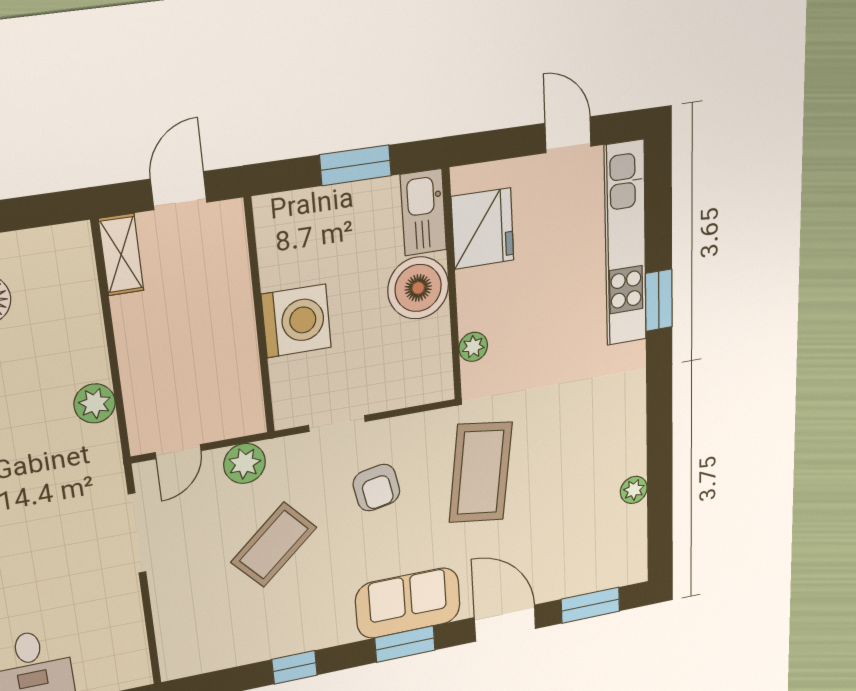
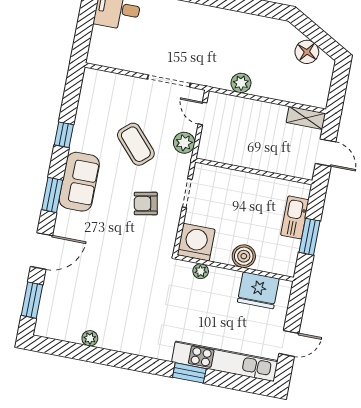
kitchen sink: (423, 212) -> (295, 217), moved, turned -90
boiler: (418, 288) -> (244, 256), width x0.73, depth x0.73
washing machine: (296, 321) -> (196, 242), moved, turned 180
coffee table: (481, 472) -> (133, 259), removed
sofa: (408, 603) -> (79, 182), moved

